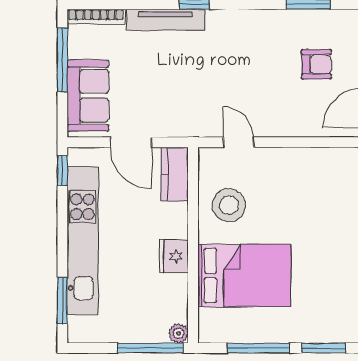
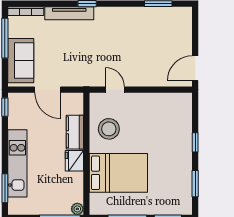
armchair: (316, 64) -> (163, 41), removed
kitchen counter: (175, 174) -> (75, 132), moved
kitchen unit: (82, 241) -> (17, 163), width x0.73

